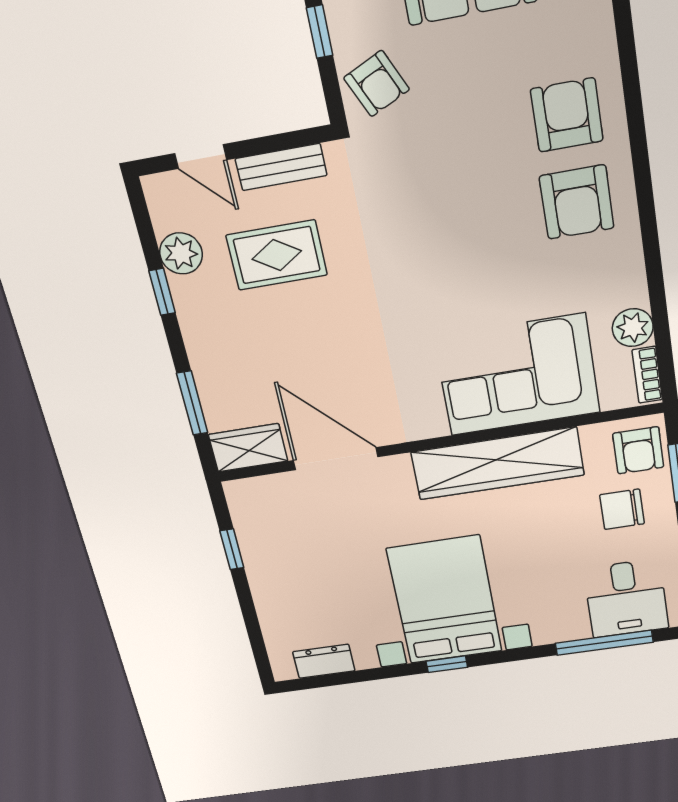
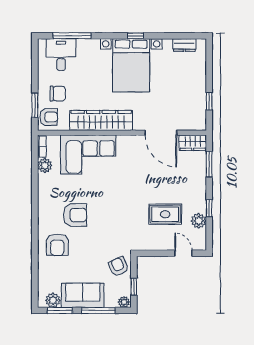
bench: (281, 167) -> (157, 245), removed
armchair: (577, 202) -> (75, 215), moved, turned 90
armchair: (638, 450) -> (49, 117), turned 90

